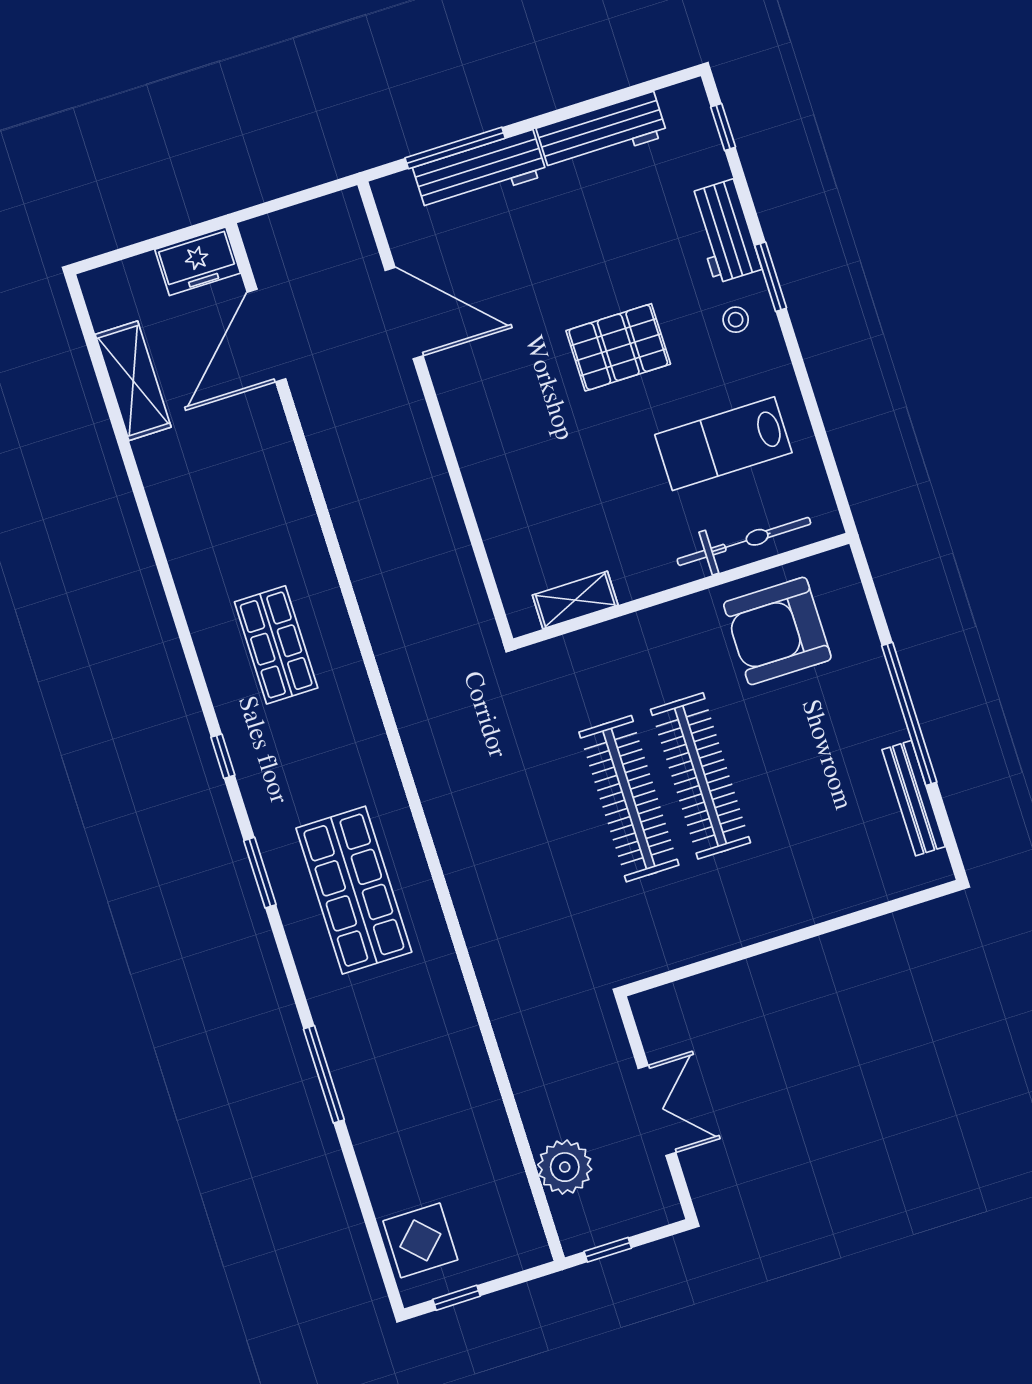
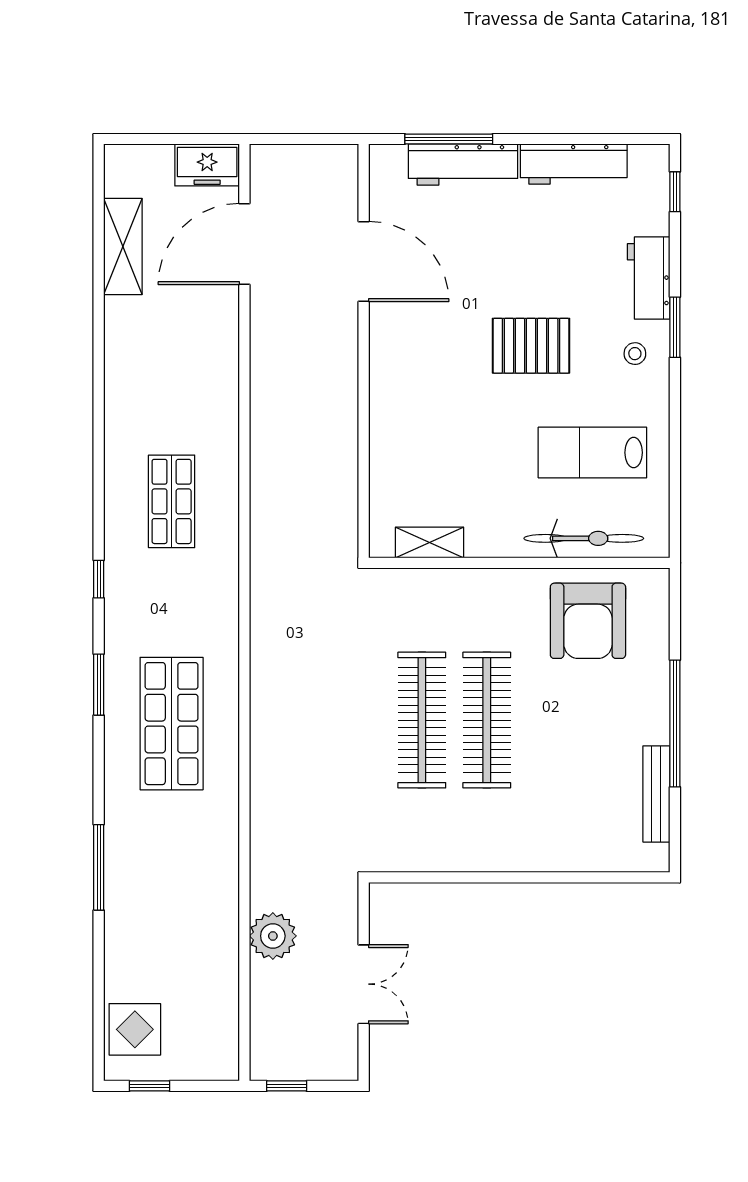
armchair: (777, 631) -> (588, 621), turned -90
plant: (565, 1167) -> (273, 936), moved

